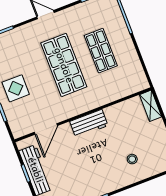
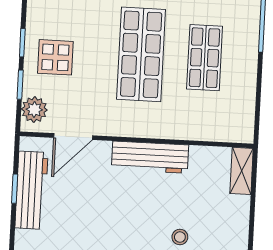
plant: (17, 123) -> (34, 110), added
workbench: (89, 124) -> (150, 157), width x1.38

